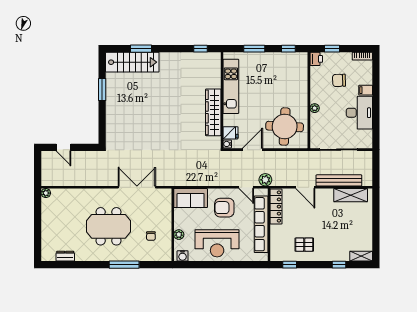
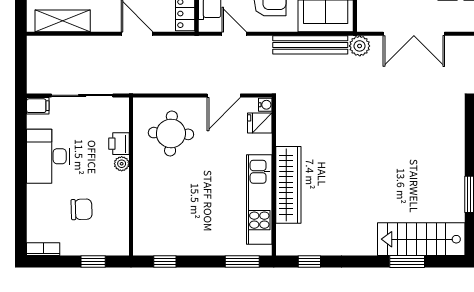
window: (254, 49) -> (242, 261), moved
printer: (316, 59) -> (119, 144), moved
filing cabinet: (366, 90) -> (38, 106), moved
wardrobe: (213, 112) -> (288, 185), moved
round table: (285, 127) -> (171, 133), width x0.73, depth x0.73
plant: (265, 180) -> (360, 46), moved
bench: (339, 180) -> (310, 45), moved

